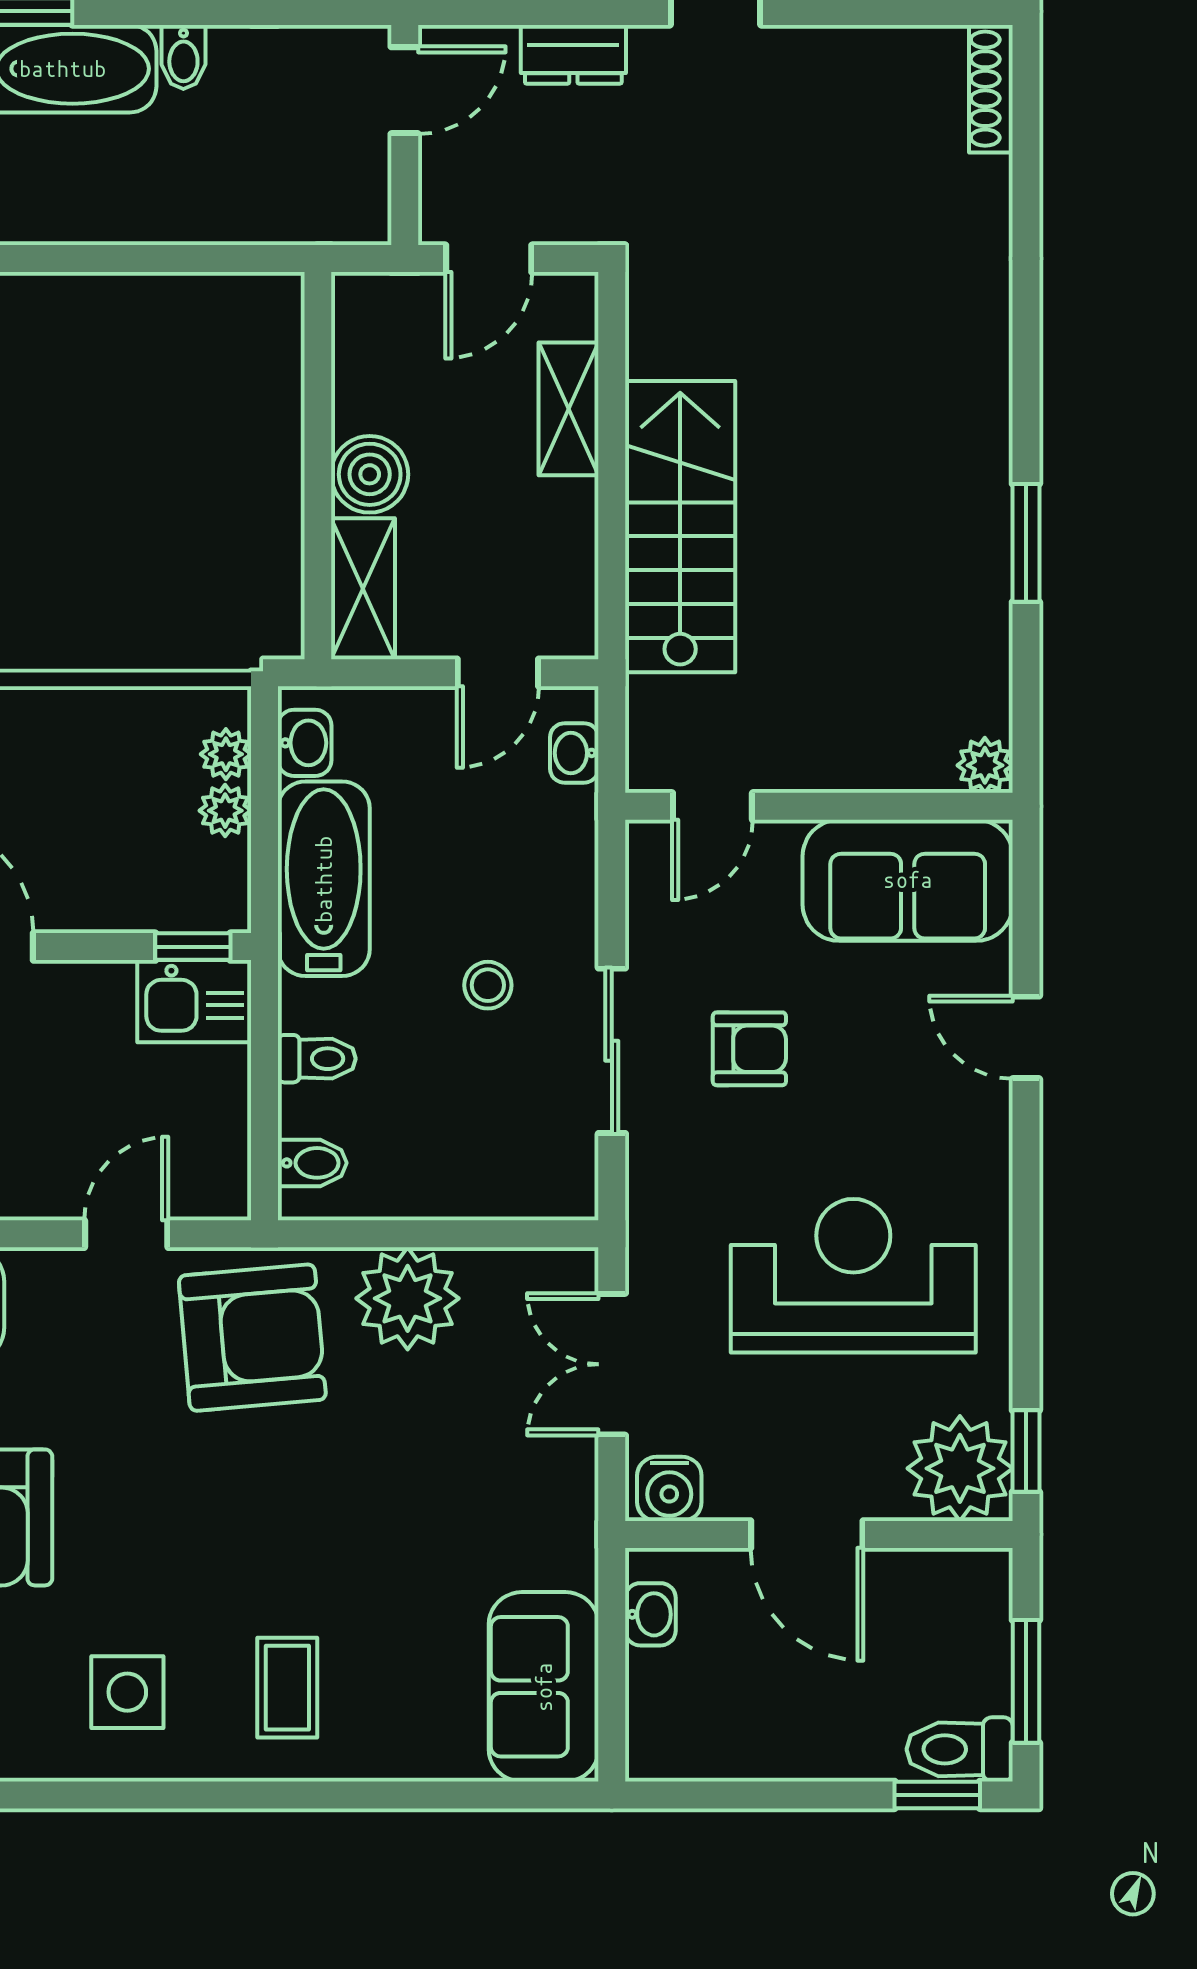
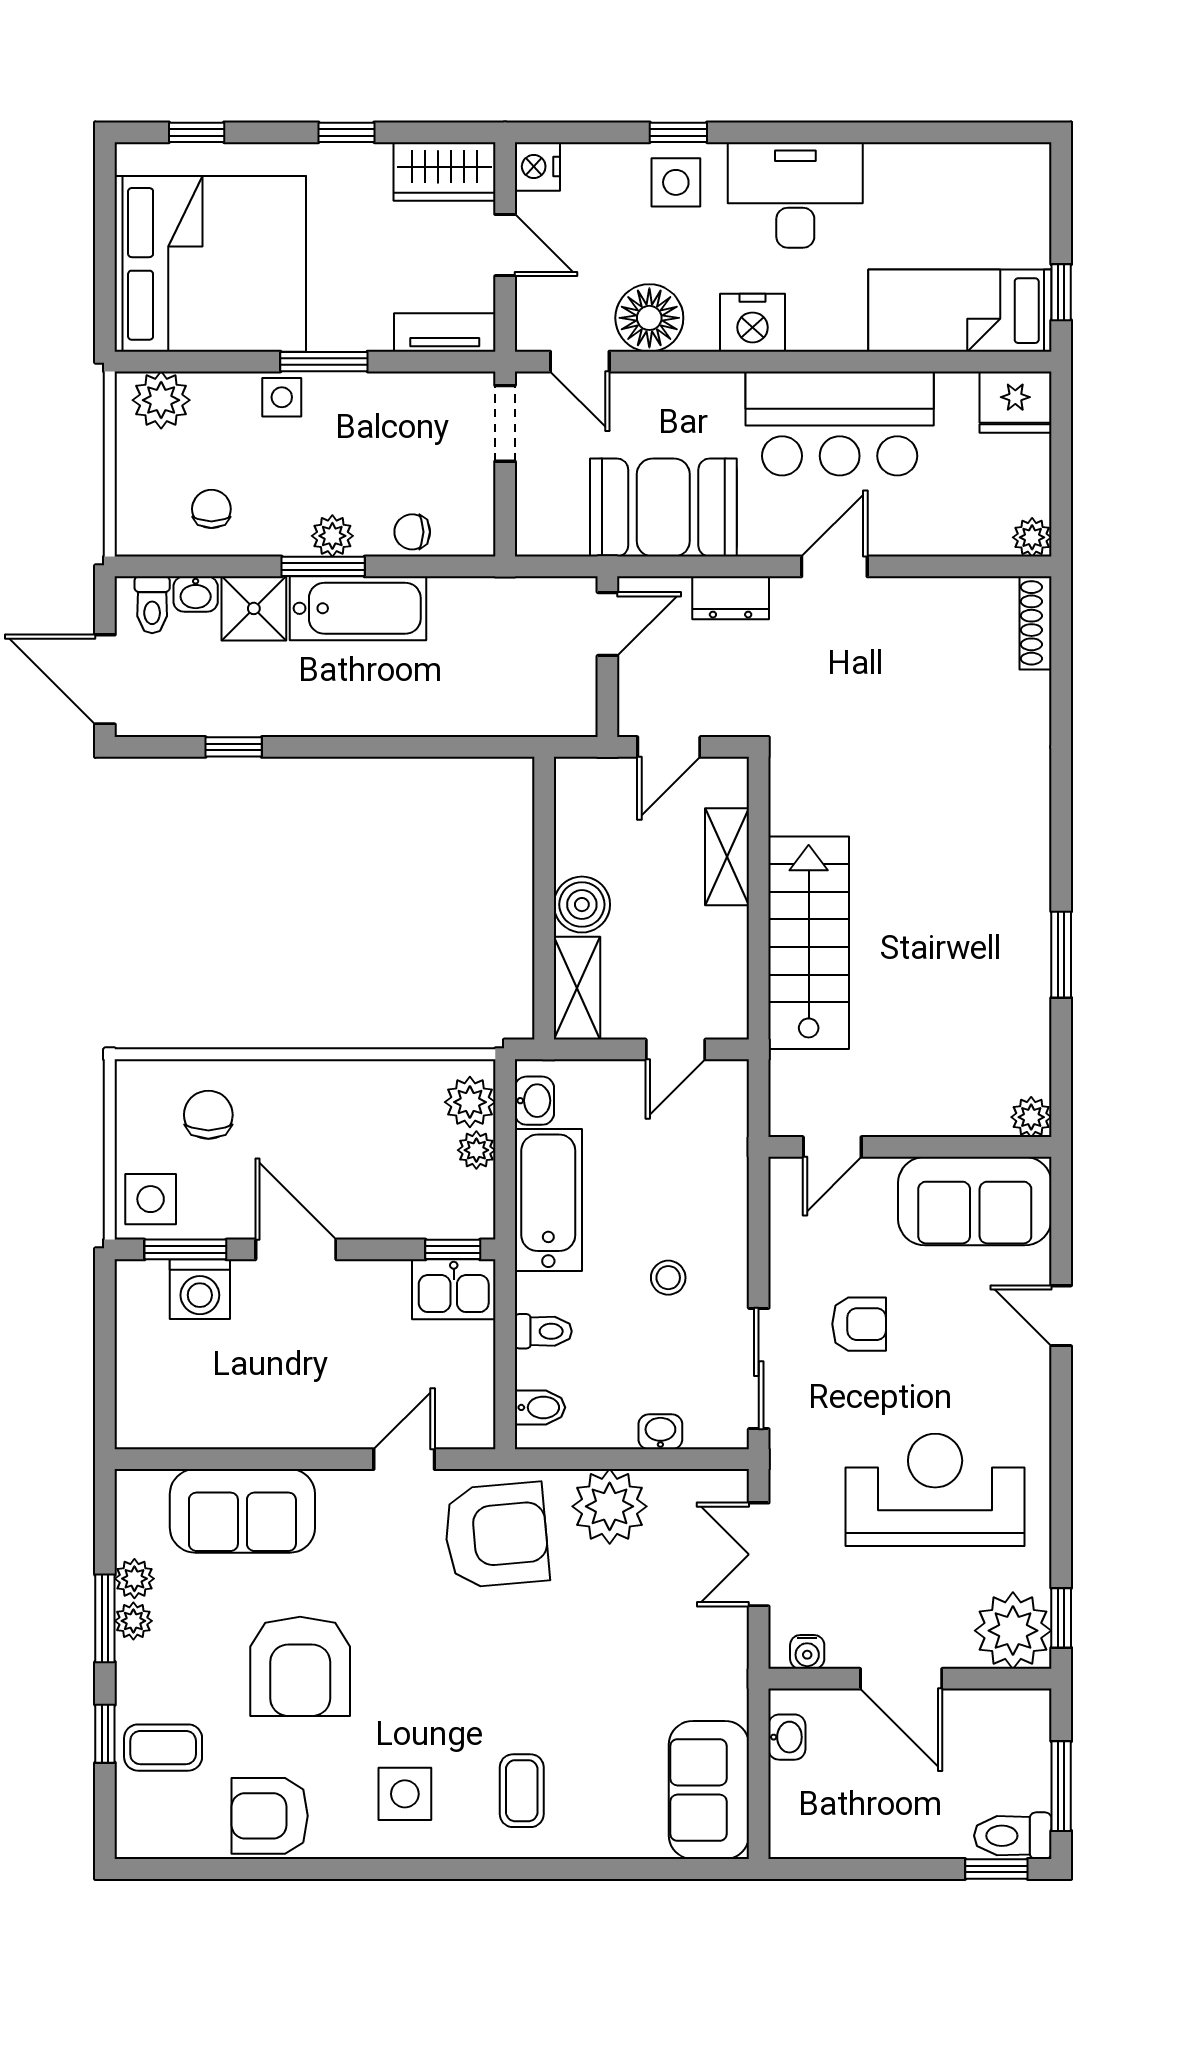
bidet: (183, 57) -> (446, 600), removed
washbasin: (574, 753) -> (660, 1432), moved, turned 90
plant: (226, 754) -> (470, 1102), width x1.38, depth x1.38
sliding door: (612, 1051) -> (759, 1369), moved
water cooler: (669, 1489) -> (807, 1652), width x0.72, depth x0.72

